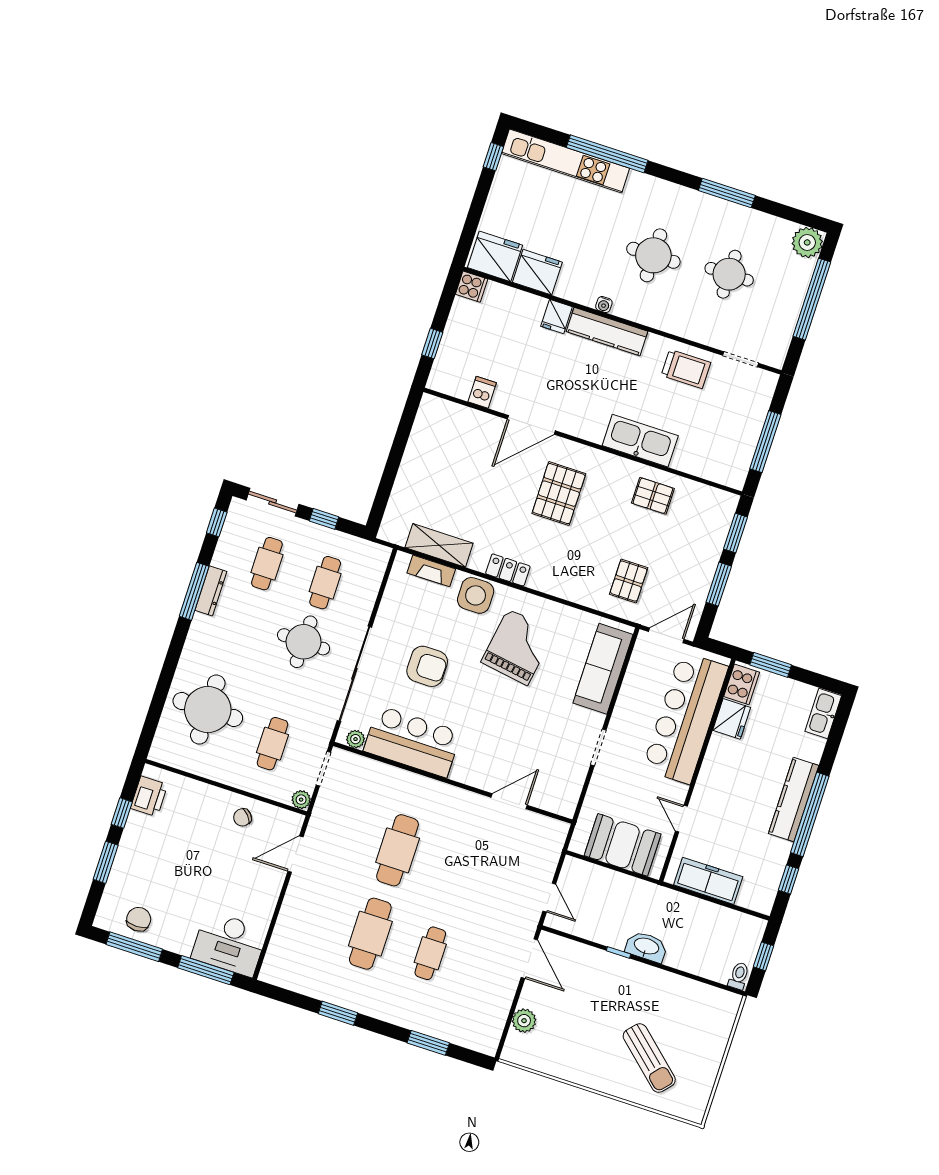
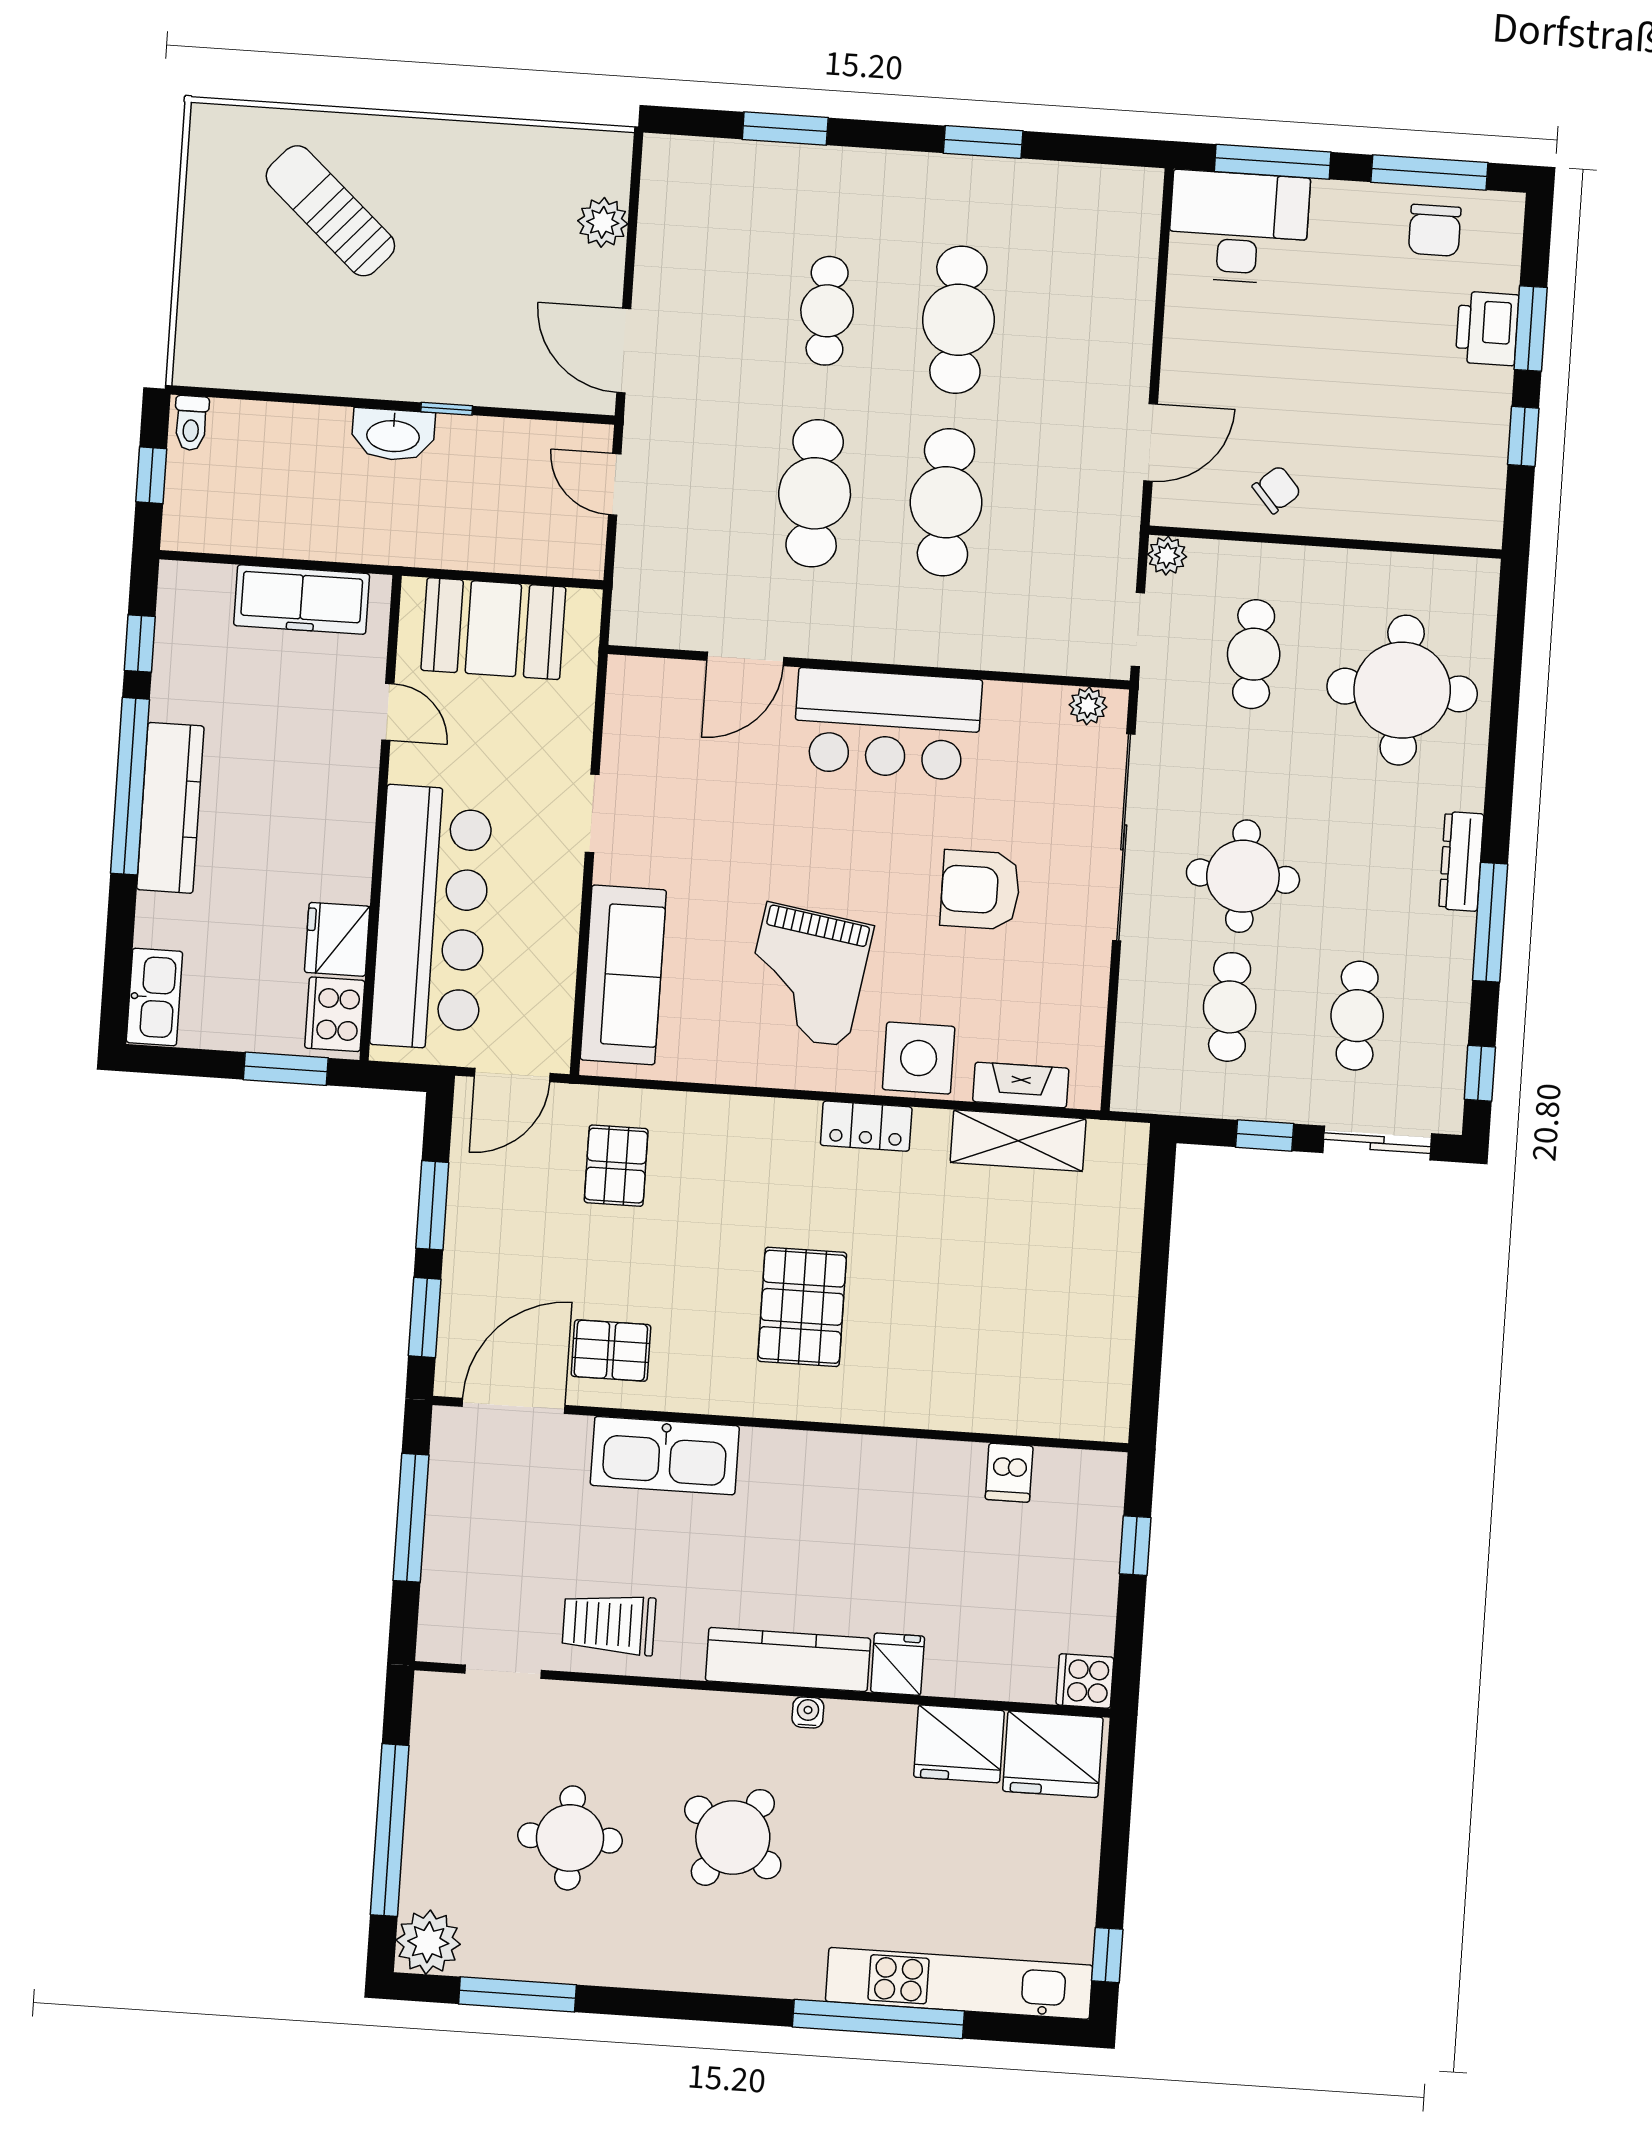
window: (727, 193) -> (517, 1994), moved
round table: (653, 255) -> (733, 1837), turned 35
door: (531, 425) -> (514, 1406), moved
dresser: (211, 591) -> (1461, 861), moved
bar counter: (412, 742) -> (887, 724), moved
printer: (149, 796) -> (1487, 328), moved
cafe table: (457, 870) -> (815, 493), added

